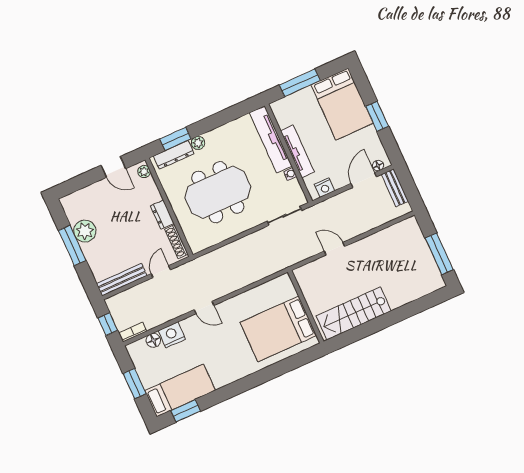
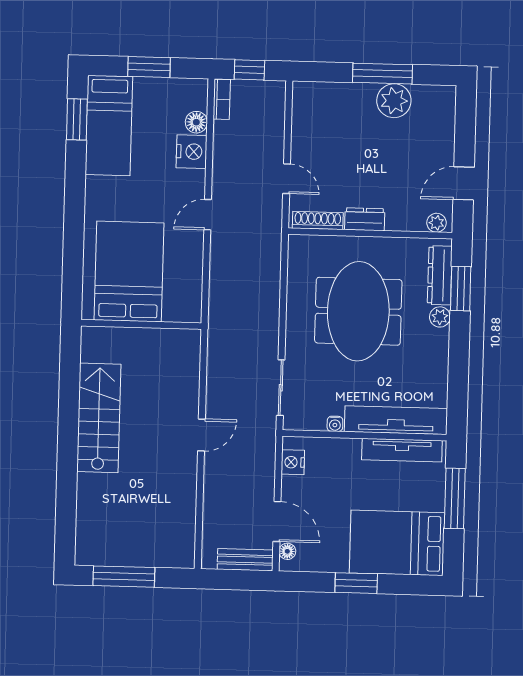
tv unit: (297, 151) -> (402, 450), moved
bench: (122, 280) -> (302, 119), removed
wall: (306, 307) -> (141, 324), moved
bed: (278, 329) -> (129, 271), moved

